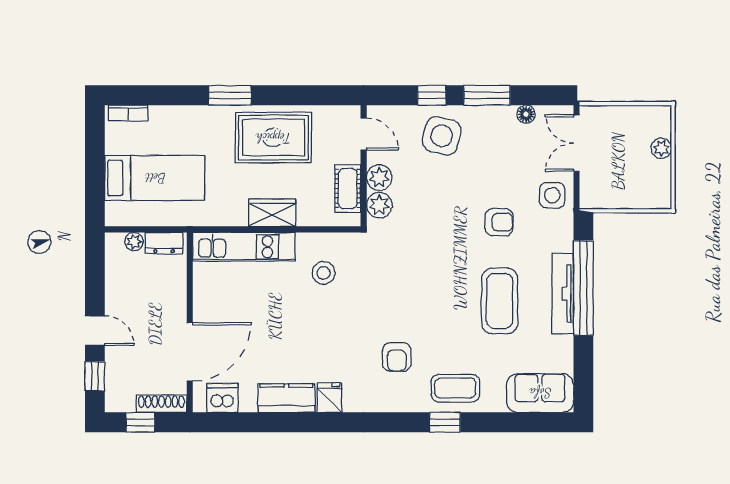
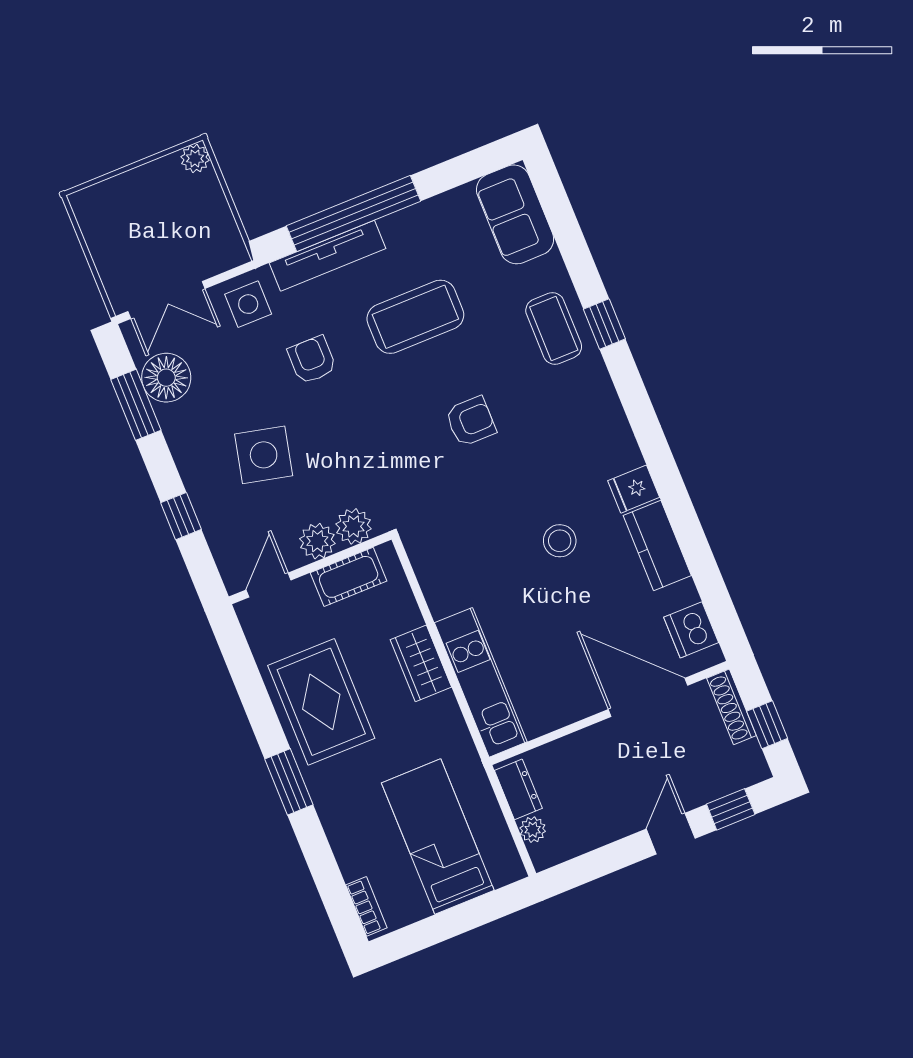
window: (487, 95) -> (136, 405), moved
floor lamp: (526, 114) -> (166, 378), width x1.89, depth x1.89
side table: (442, 136) -> (264, 455), moved
plant: (661, 148) -> (195, 158), moved
stool: (324, 273) -> (560, 541), moved
tv unit: (563, 294) -> (328, 256), moved
armchair: (397, 357) -> (471, 421), moved

